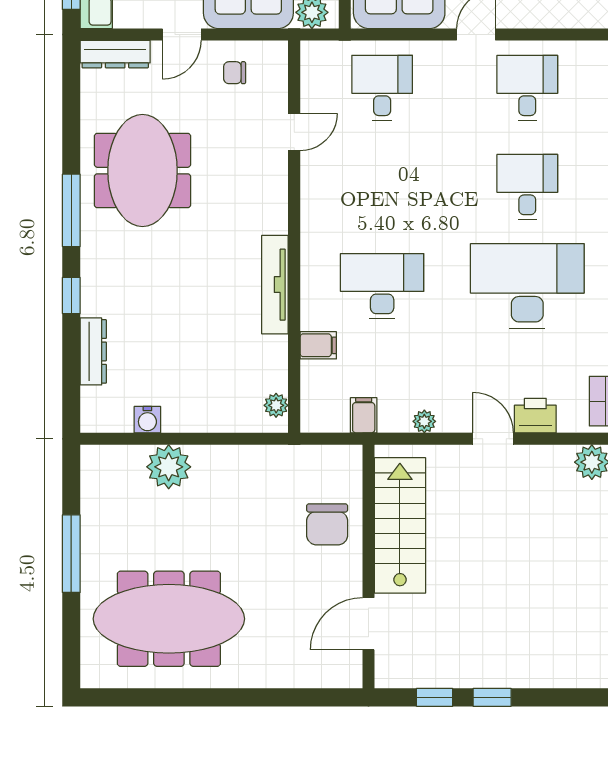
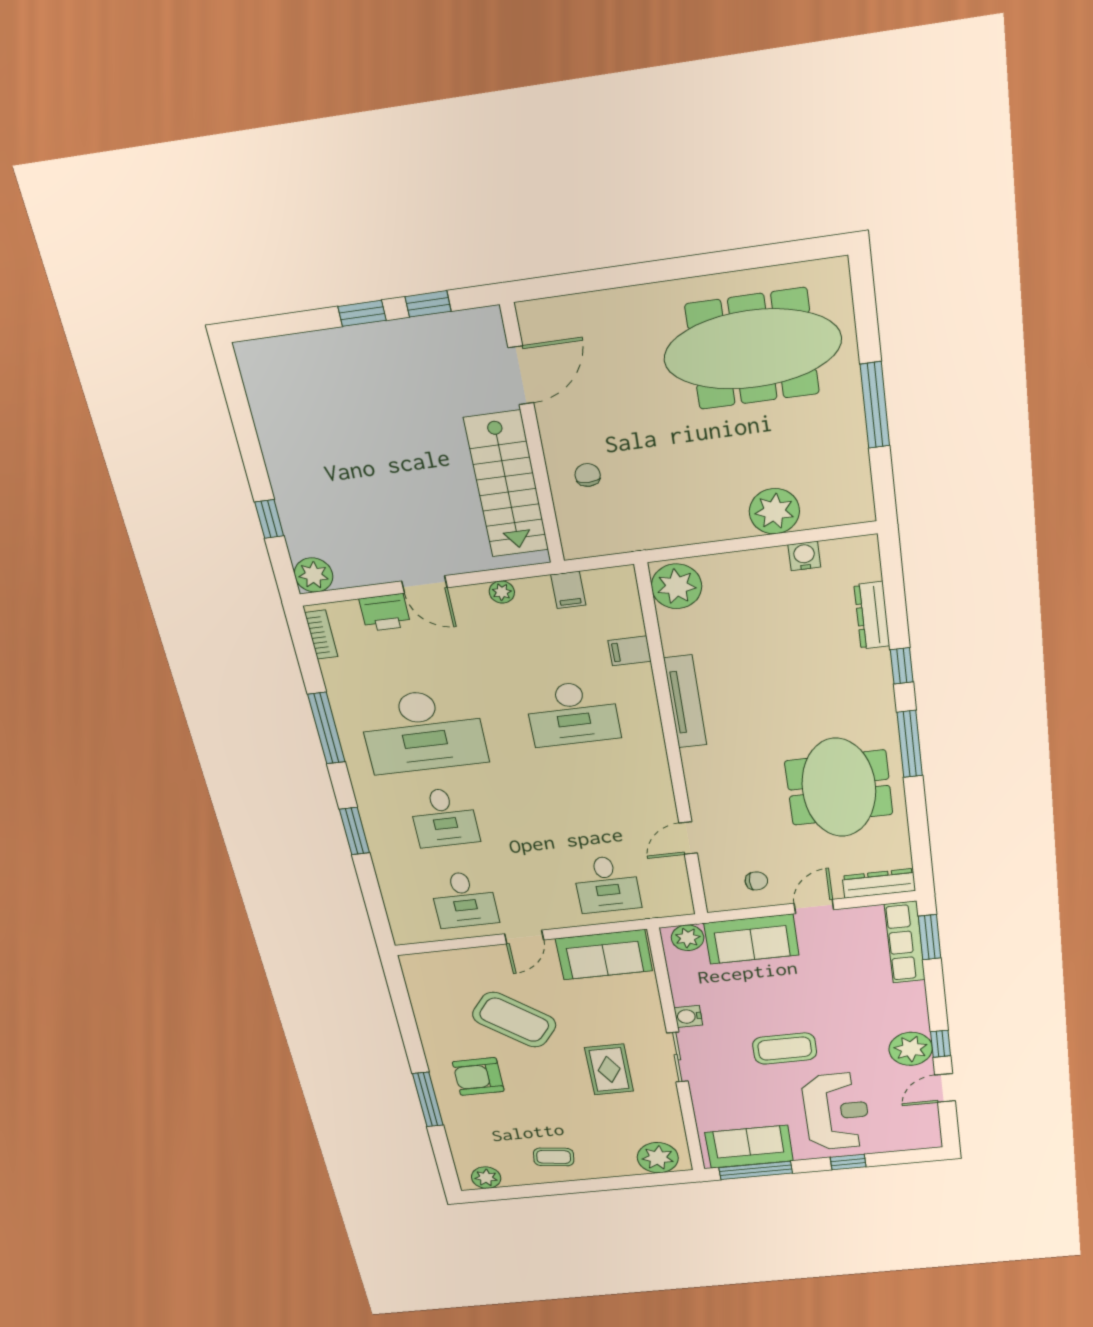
plant: (276, 405) -> (677, 586), width x1.88, depth x1.88
chair: (327, 524) -> (588, 475), width x0.54, depth x0.54

